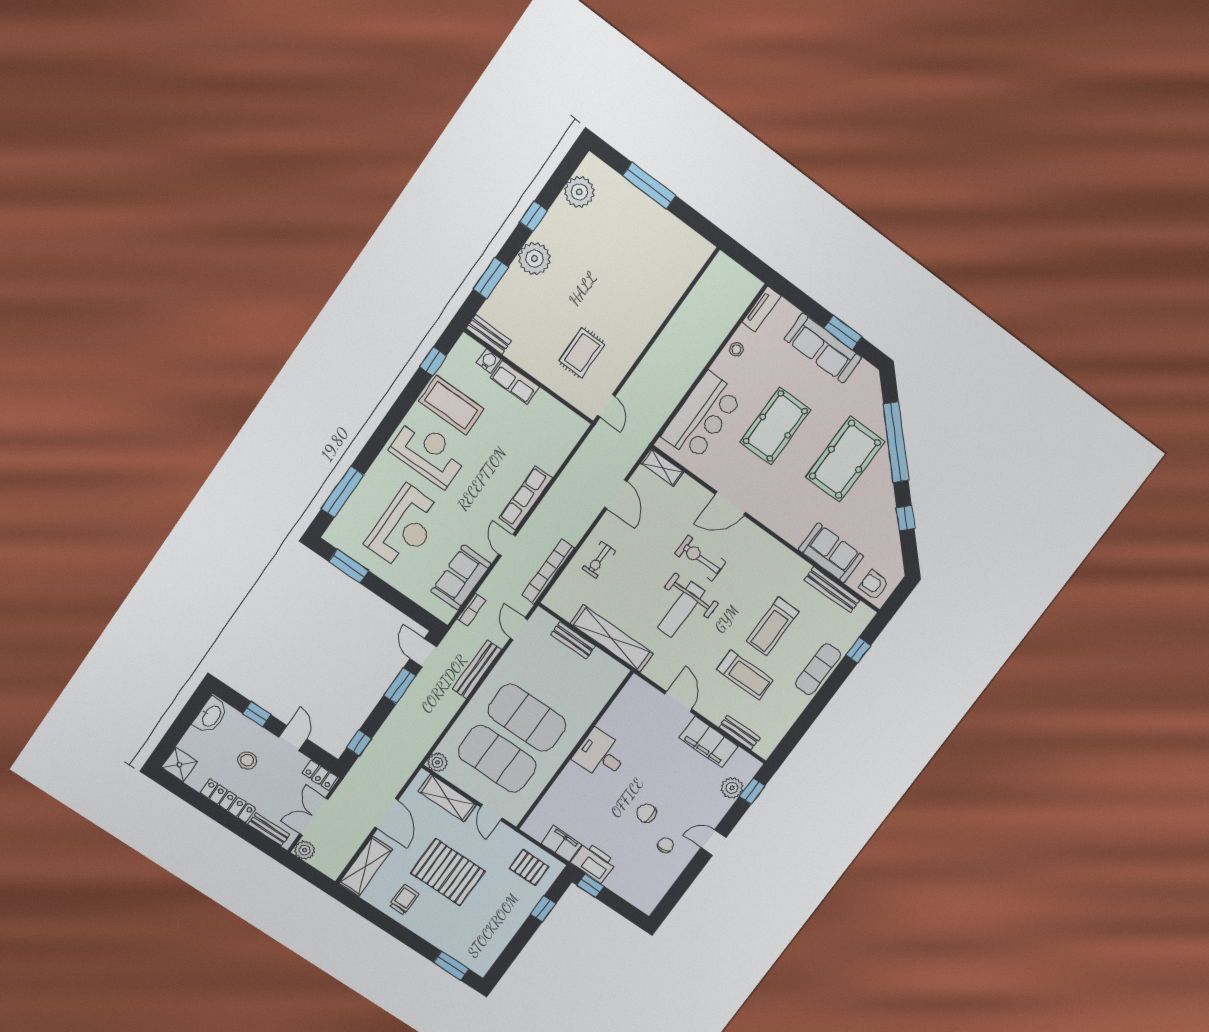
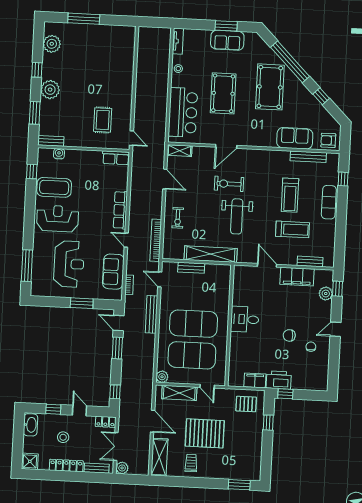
sofa: (823, 348) -> (227, 40), width x0.73
row of seats: (515, 382) -> (116, 158), moved
window: (349, 566) -> (82, 303), moved

